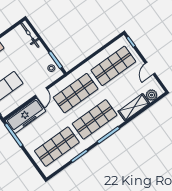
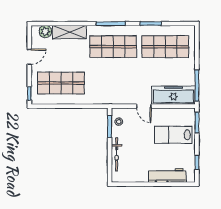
bicycle: (30, 35) -> (117, 154), moved
door: (41, 92) -> (144, 106), swing flipped
shop shelf: (76, 93) -> (113, 83), removed

